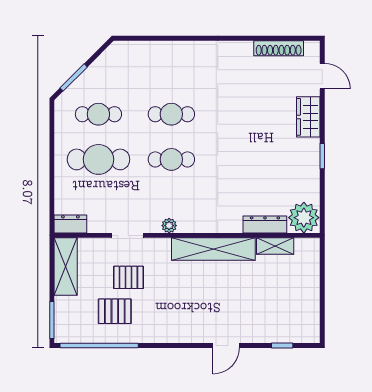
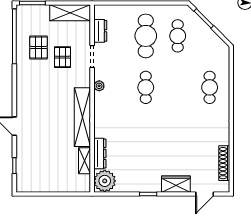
cafe table: (171, 114) -> (210, 87), moved
dresser: (70, 224) -> (100, 31), moved

